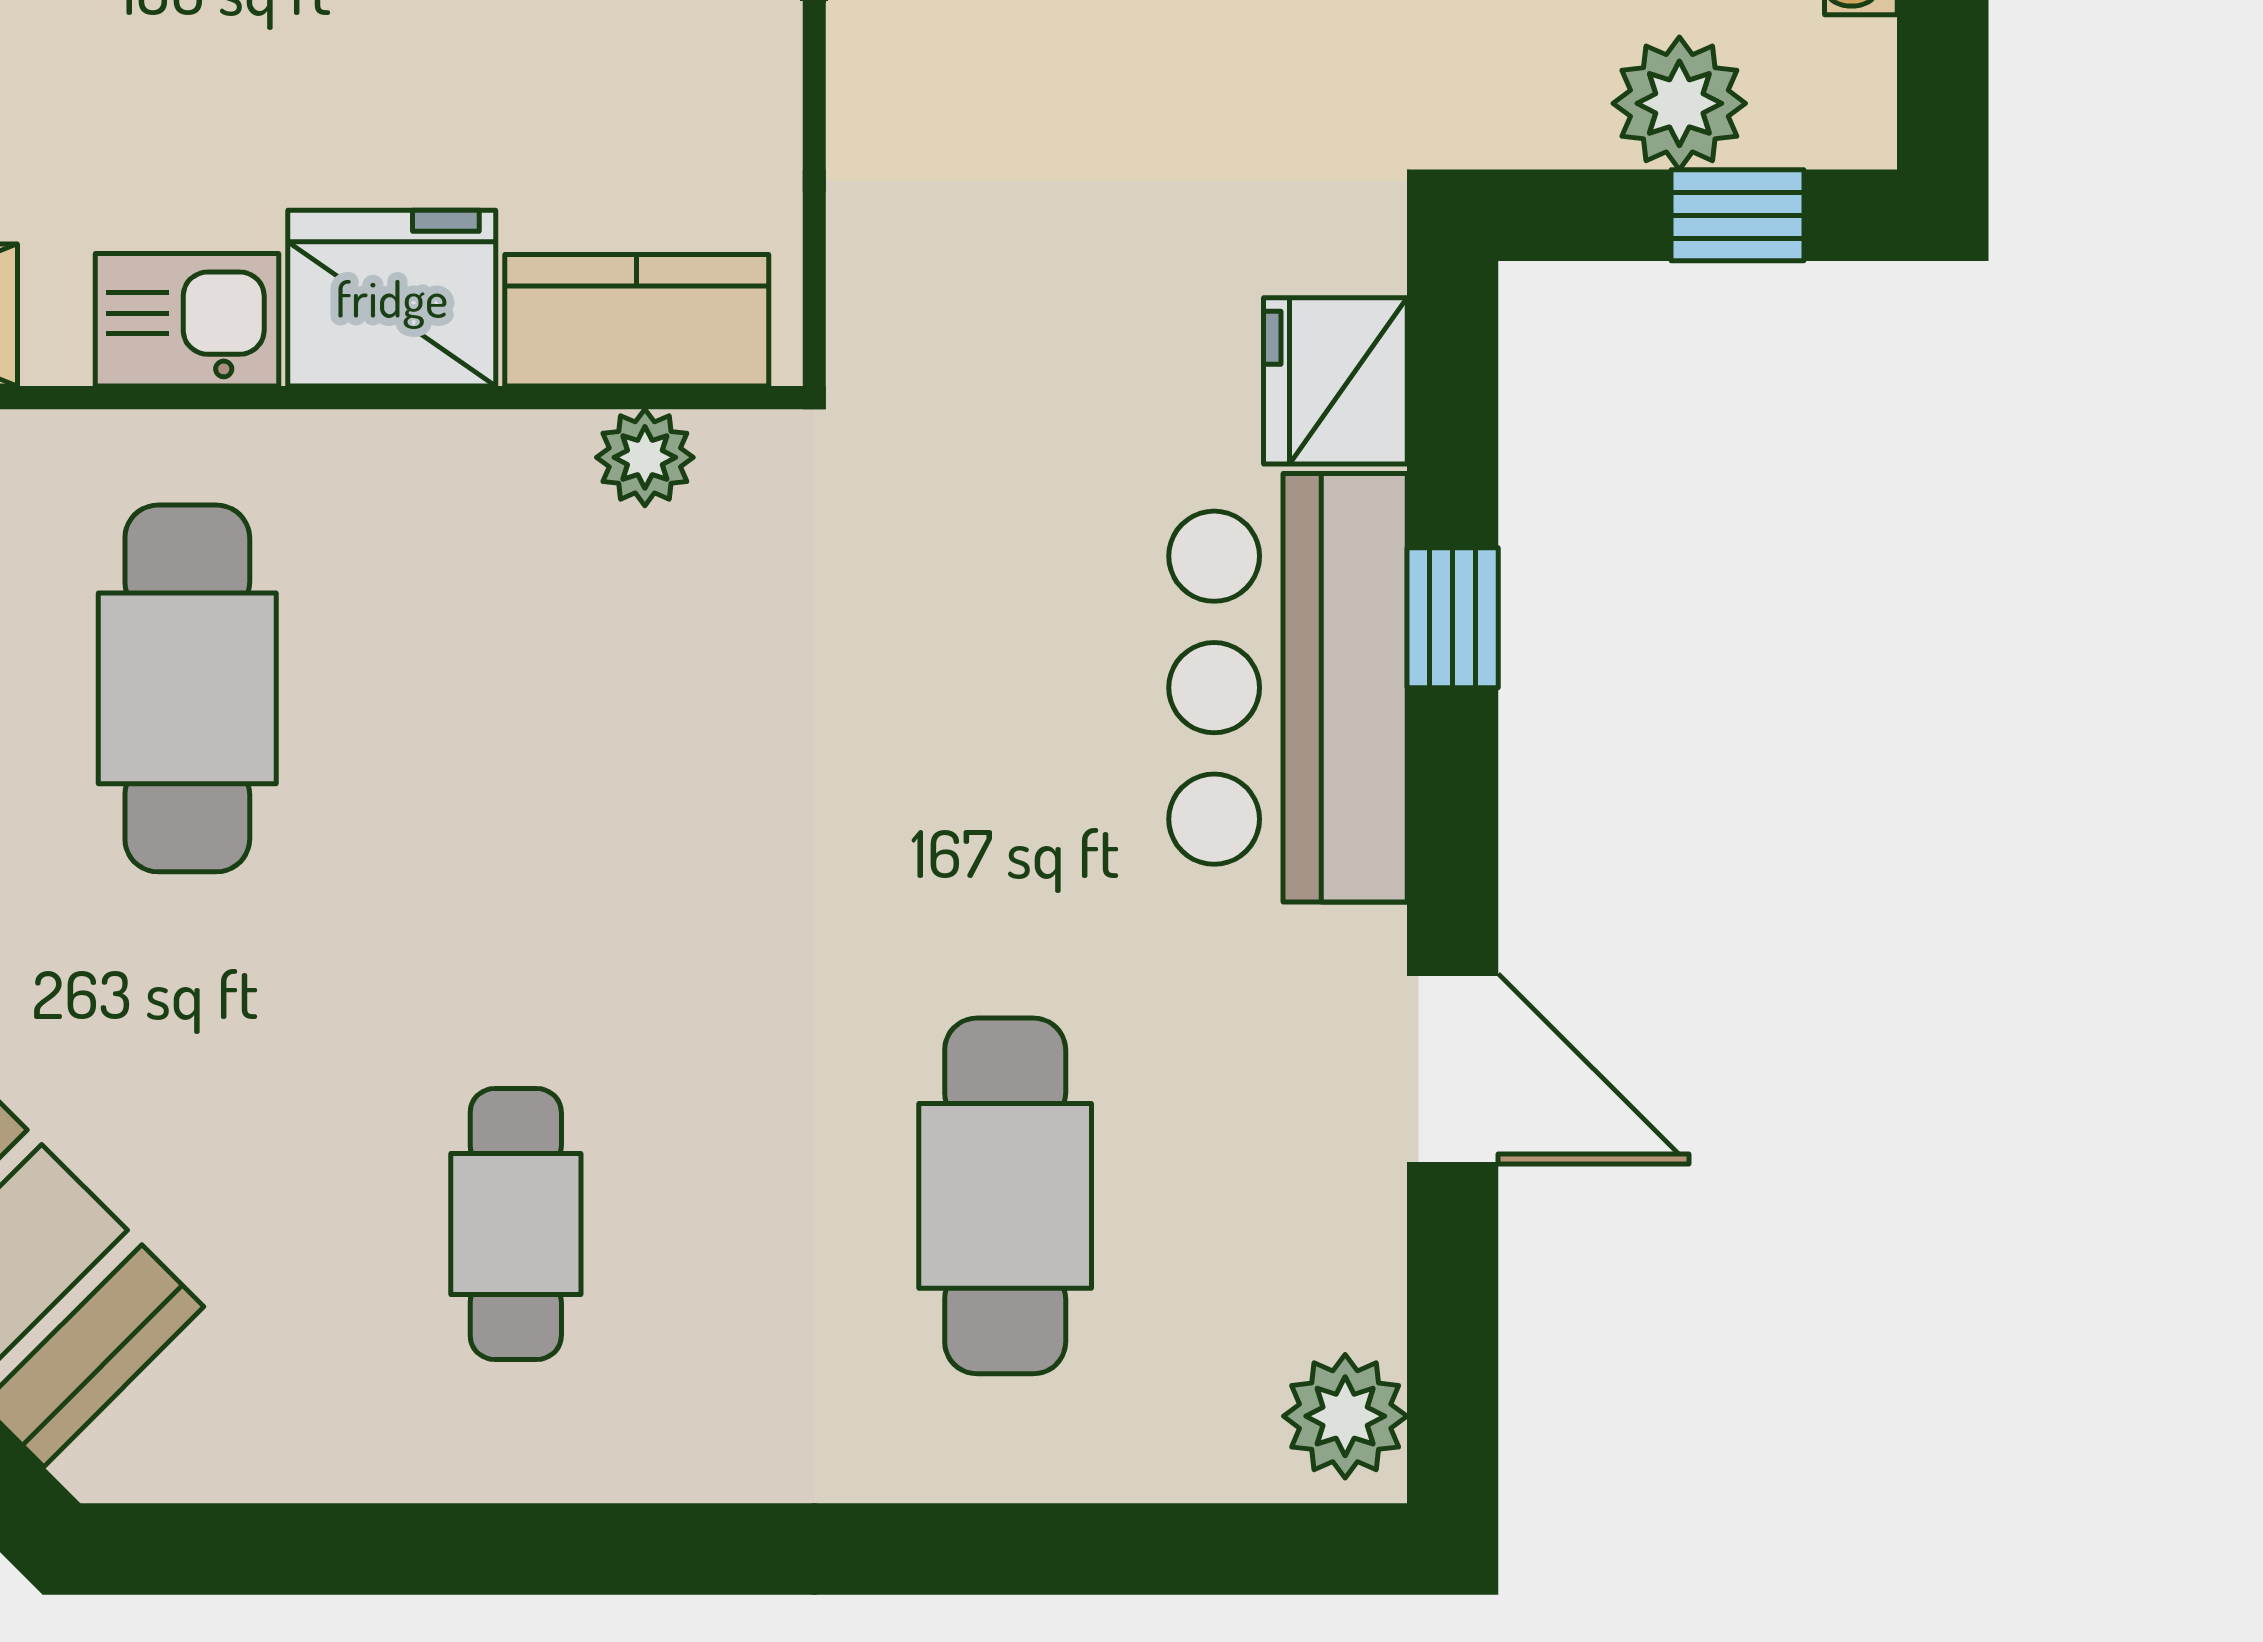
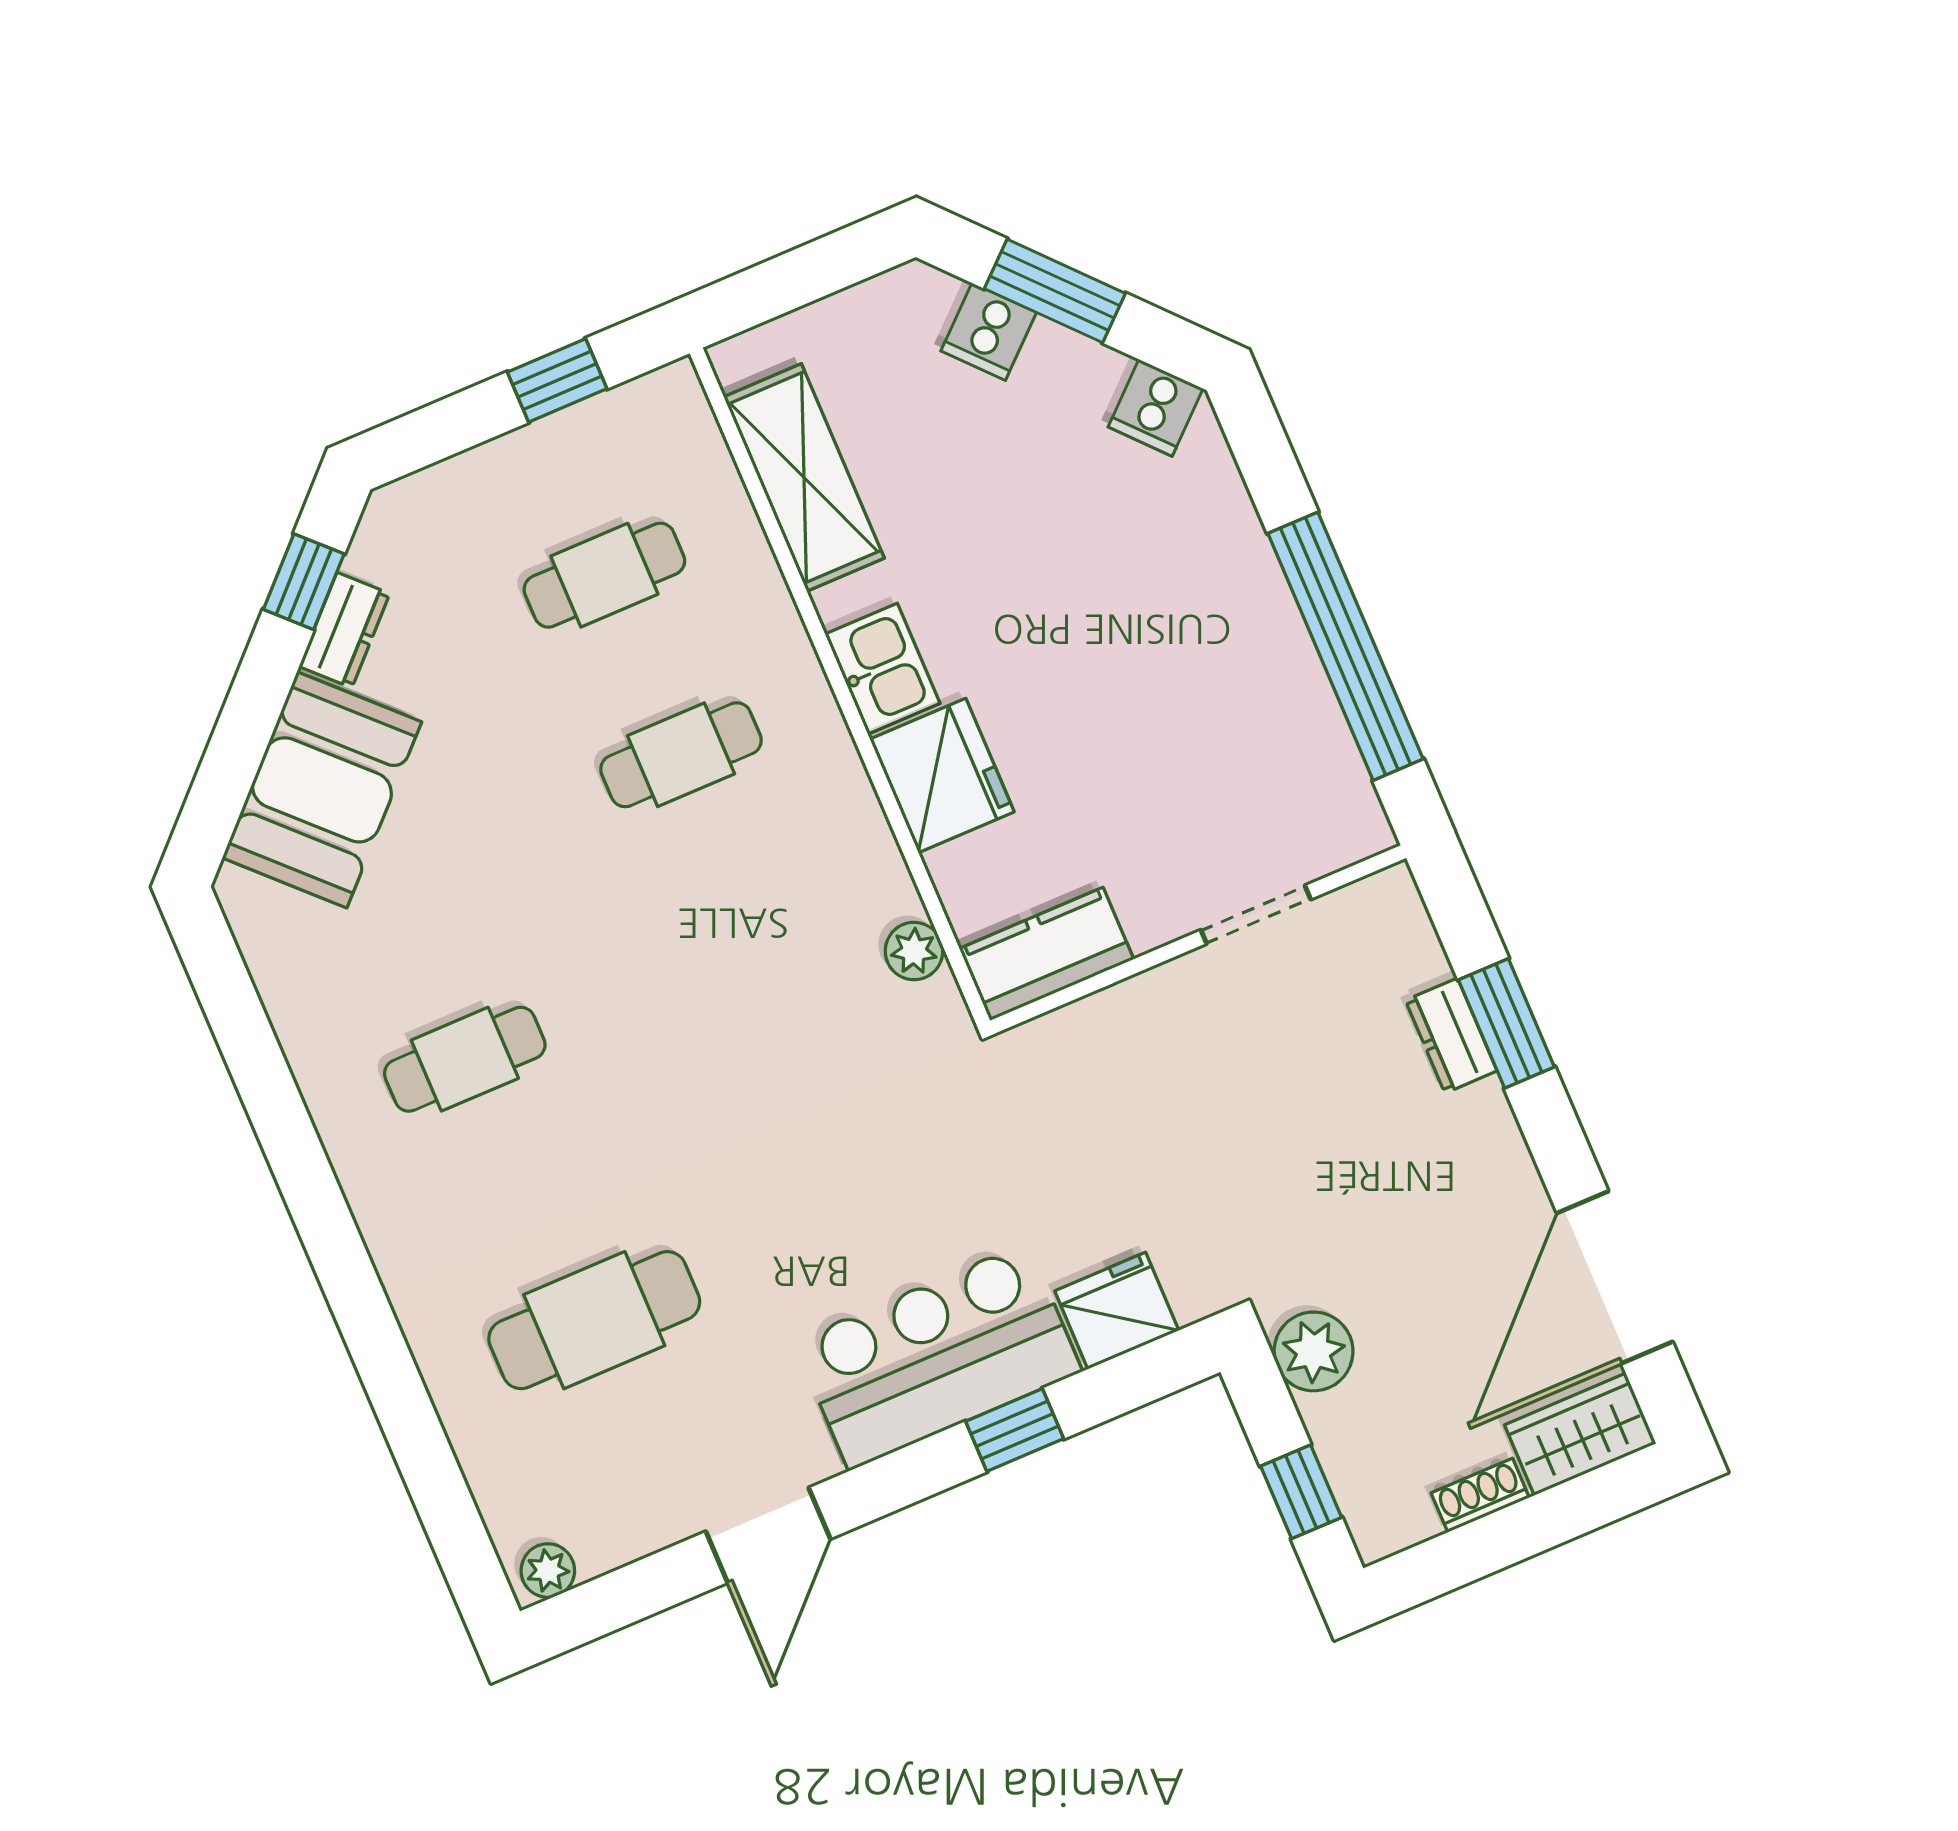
plant: (1679, 103) -> (1314, 1351), moved
kitchen counter: (637, 320) -> (1046, 954), moved, turned -90
cafe table: (187, 688) -> (681, 755), width x0.73, depth x0.74
plant: (1345, 1416) -> (548, 1571), width x0.73, depth x0.73

